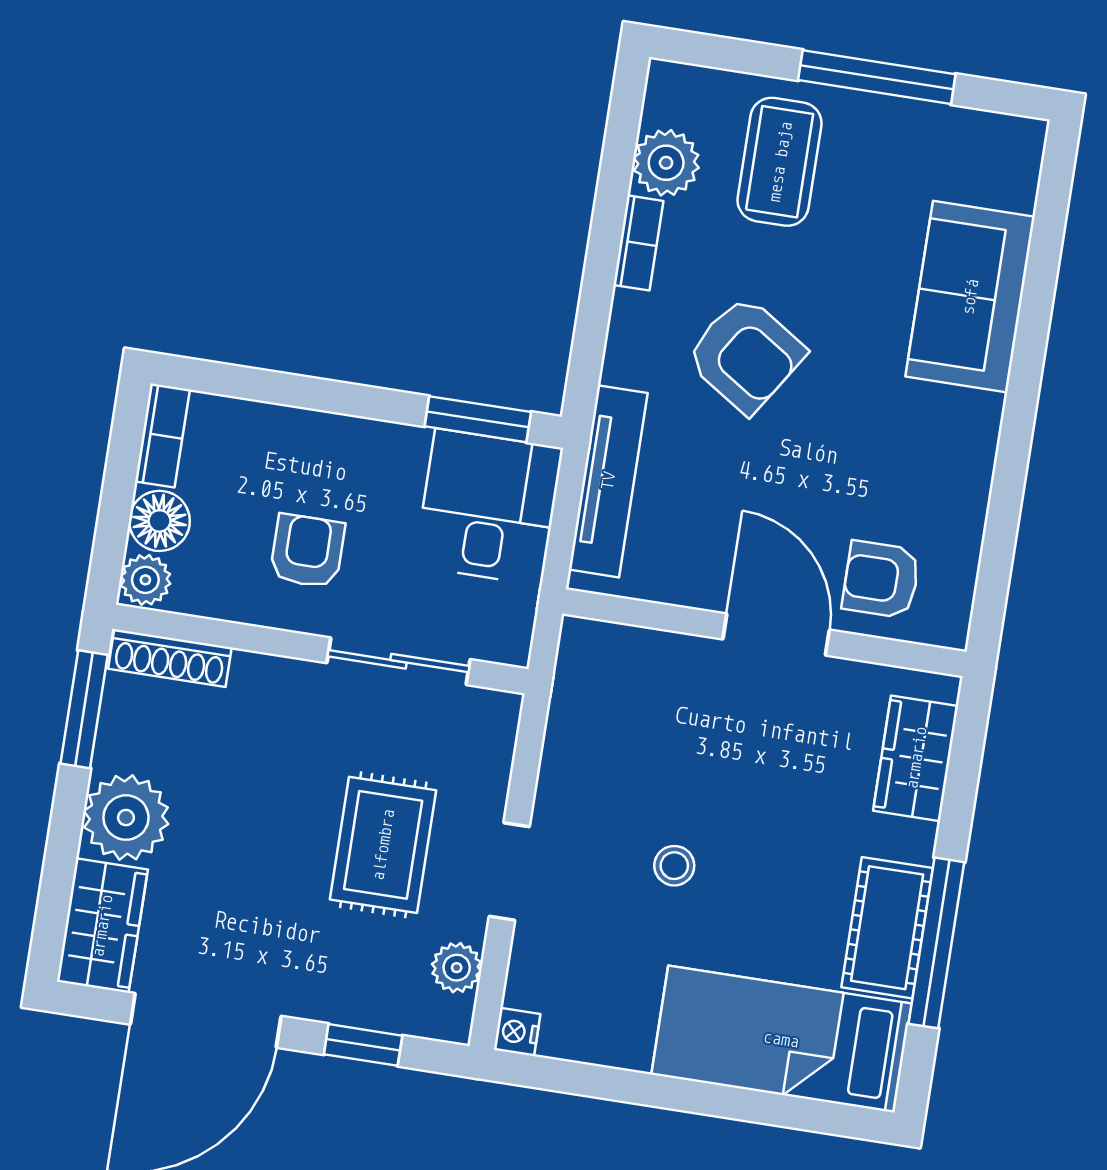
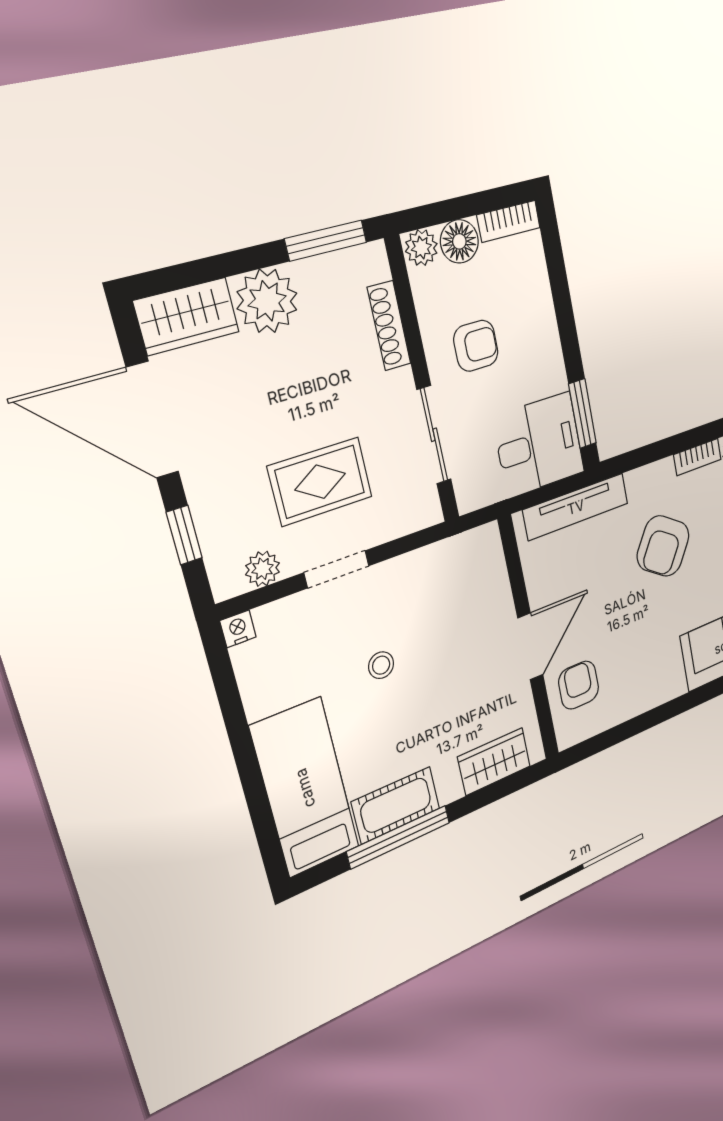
shoe rack: (170, 658) -> (389, 326), moved

